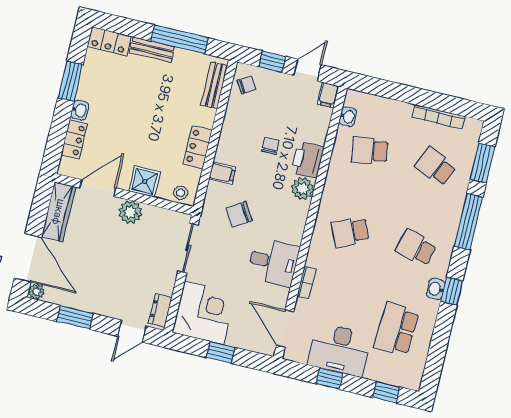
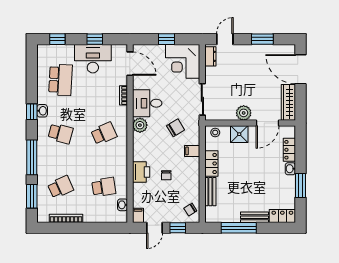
bench: (214, 85) -> (210, 192), moved
school desk: (435, 166) -> (61, 187), turned -48
plant: (303, 189) -> (140, 125), moved
plant: (36, 292) -> (290, 49), removed

